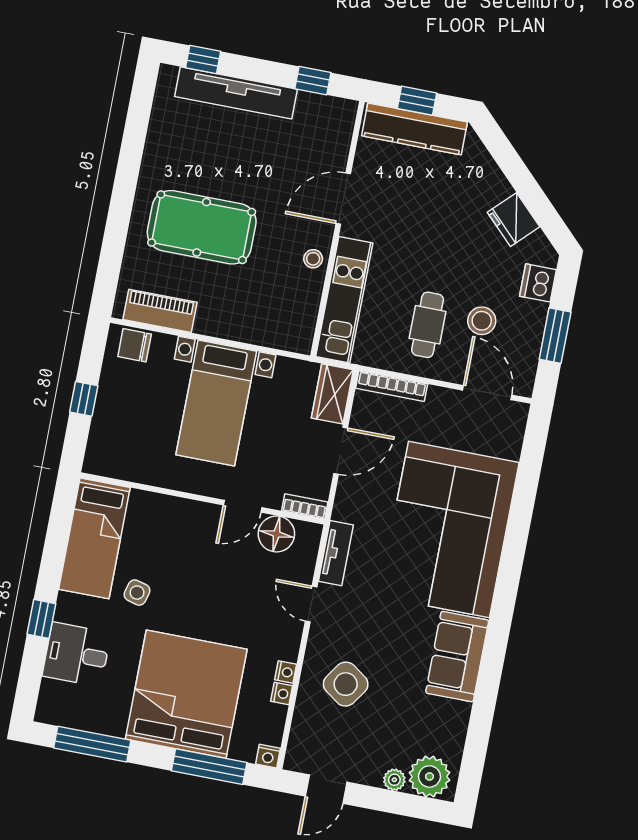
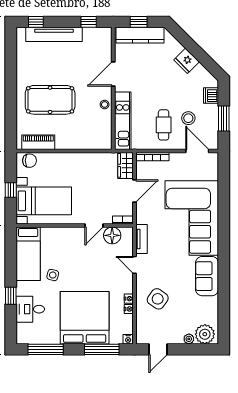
fridge: (514, 220) -> (186, 61), moved
chair: (135, 345) -> (30, 161), turned 180
bed with nightstands: (216, 403) -> (44, 201), moved, turned -90

